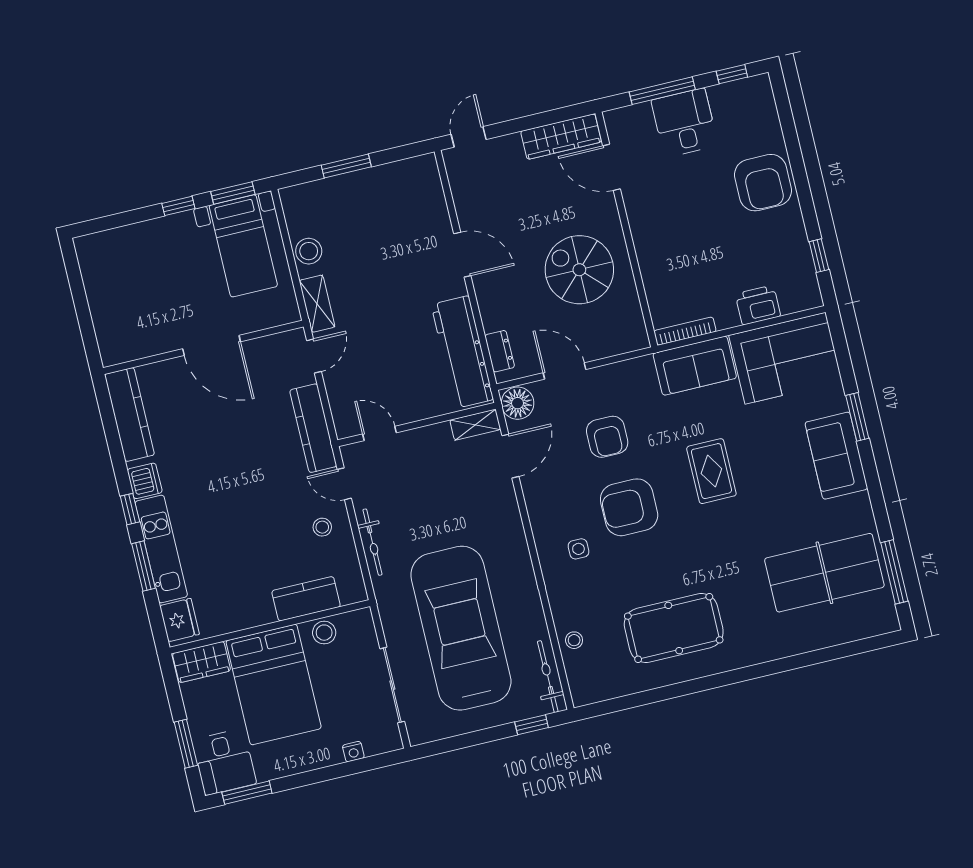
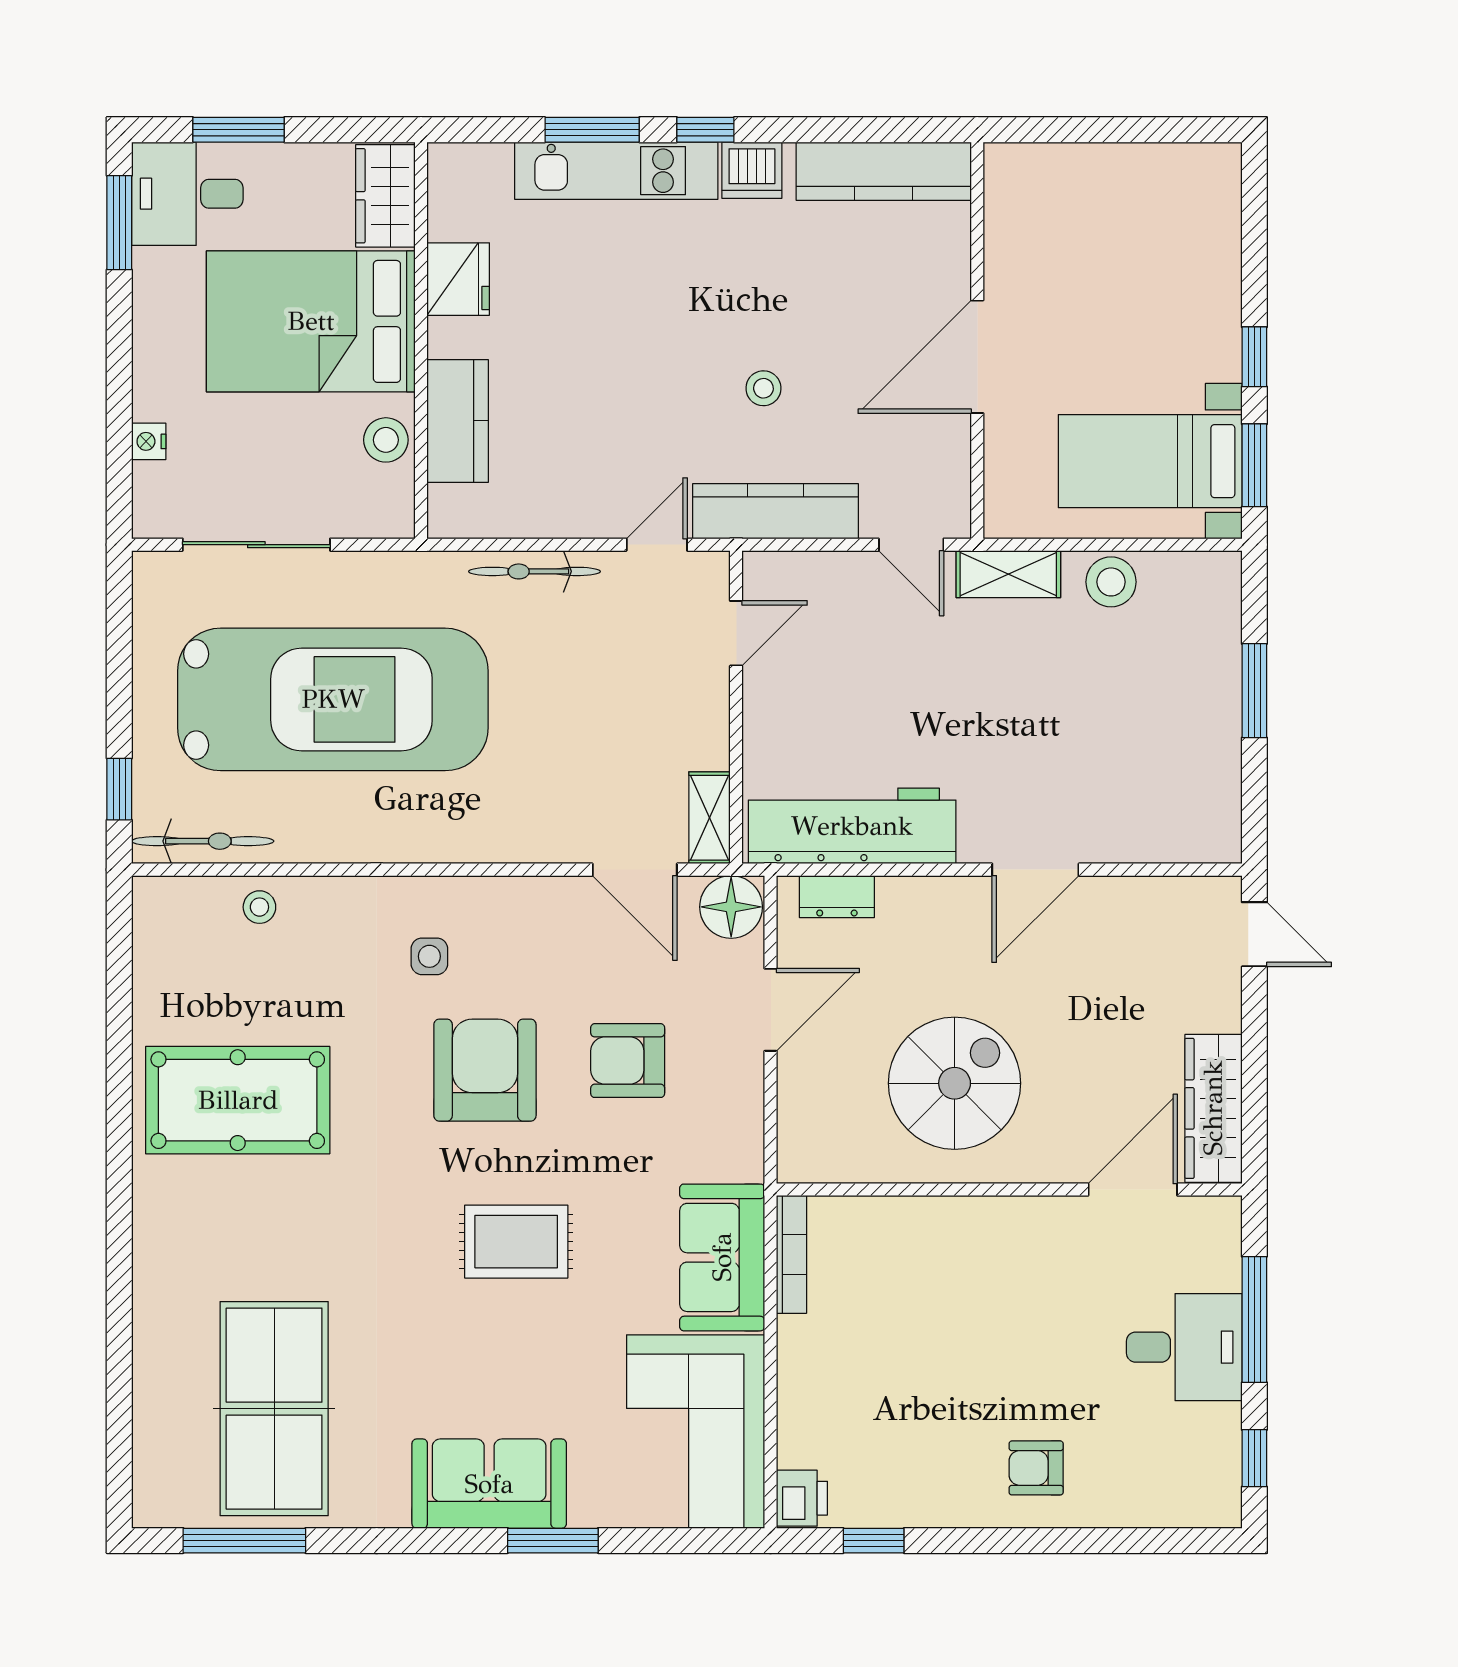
armchair: (763, 183) -> (1036, 1468), width x0.53, depth x0.53
printer: (758, 305) -> (802, 1498), moved, width x0.73, depth x0.81
stool: (322, 527) -> (763, 388), moved
fridge: (180, 620) -> (458, 279), moved, turned -90
pool table: (674, 628) -> (238, 1100), turned 90

